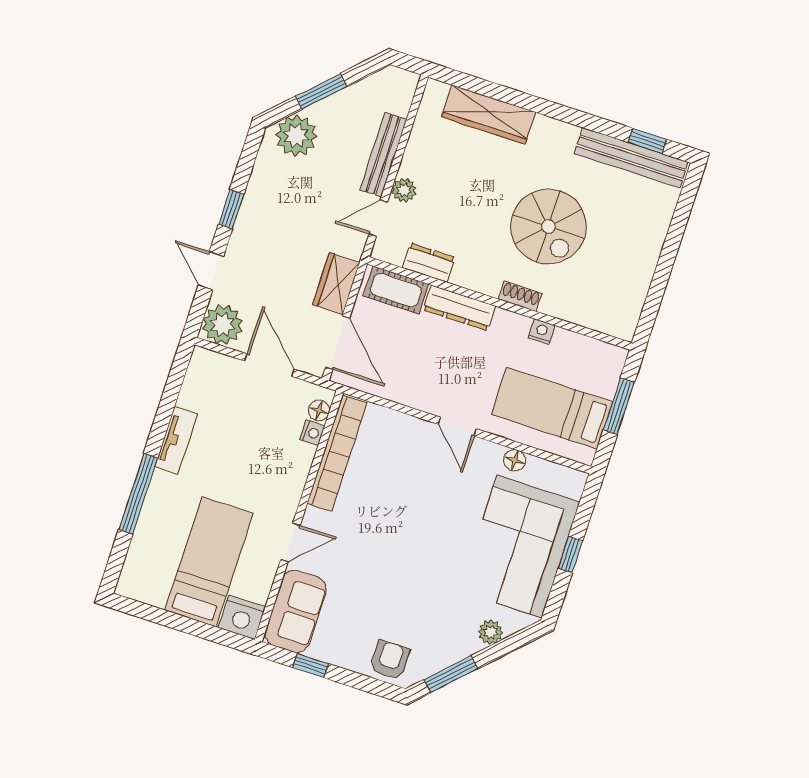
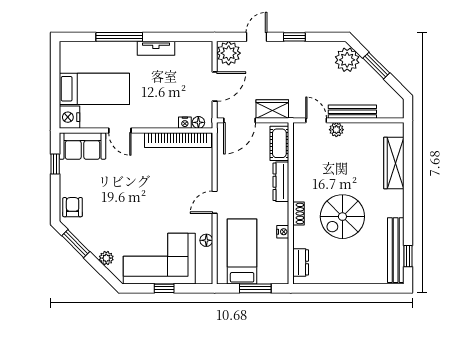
dresser: (429, 263) -> (301, 262), moved
armchair: (390, 660) -> (73, 207), turned -90

